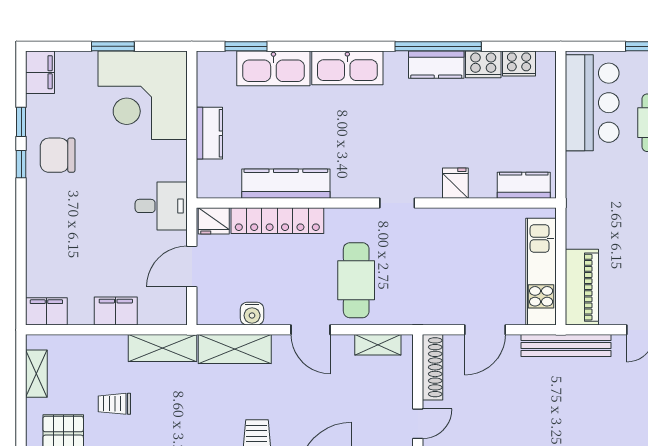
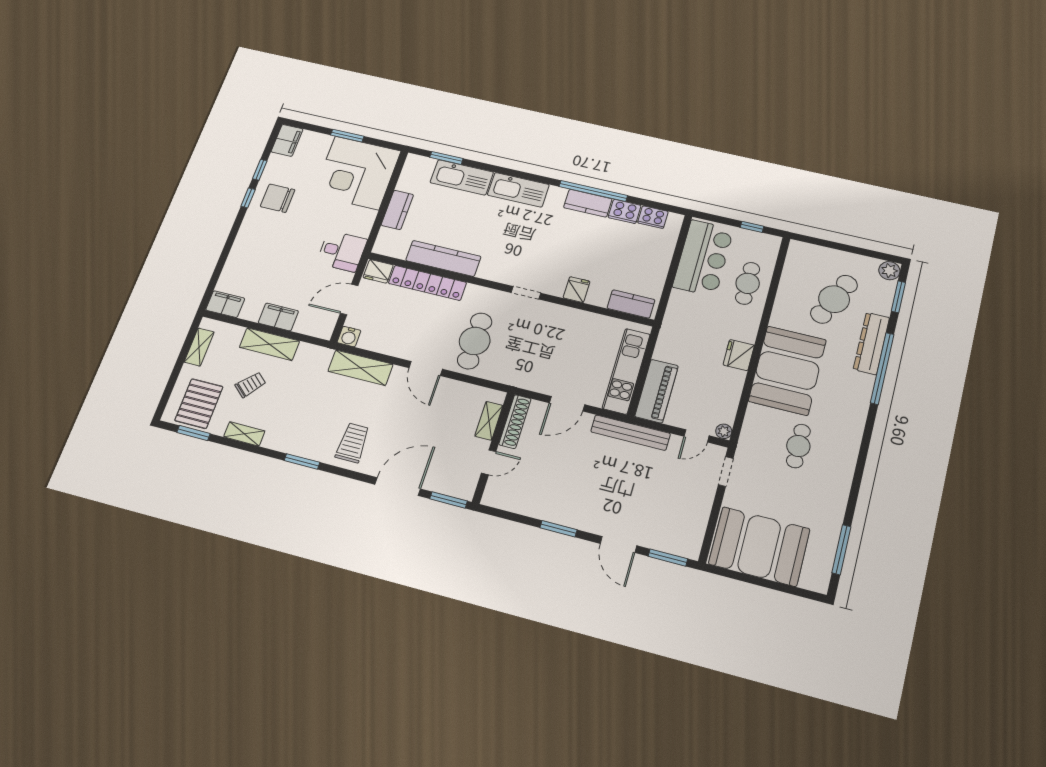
water cooler: (252, 314) -> (349, 337), moved
shelving: (378, 345) -> (489, 421), moved, turned 90
shelving: (163, 348) -> (269, 344), moved
trolley: (114, 404) -> (250, 385), turned 131

